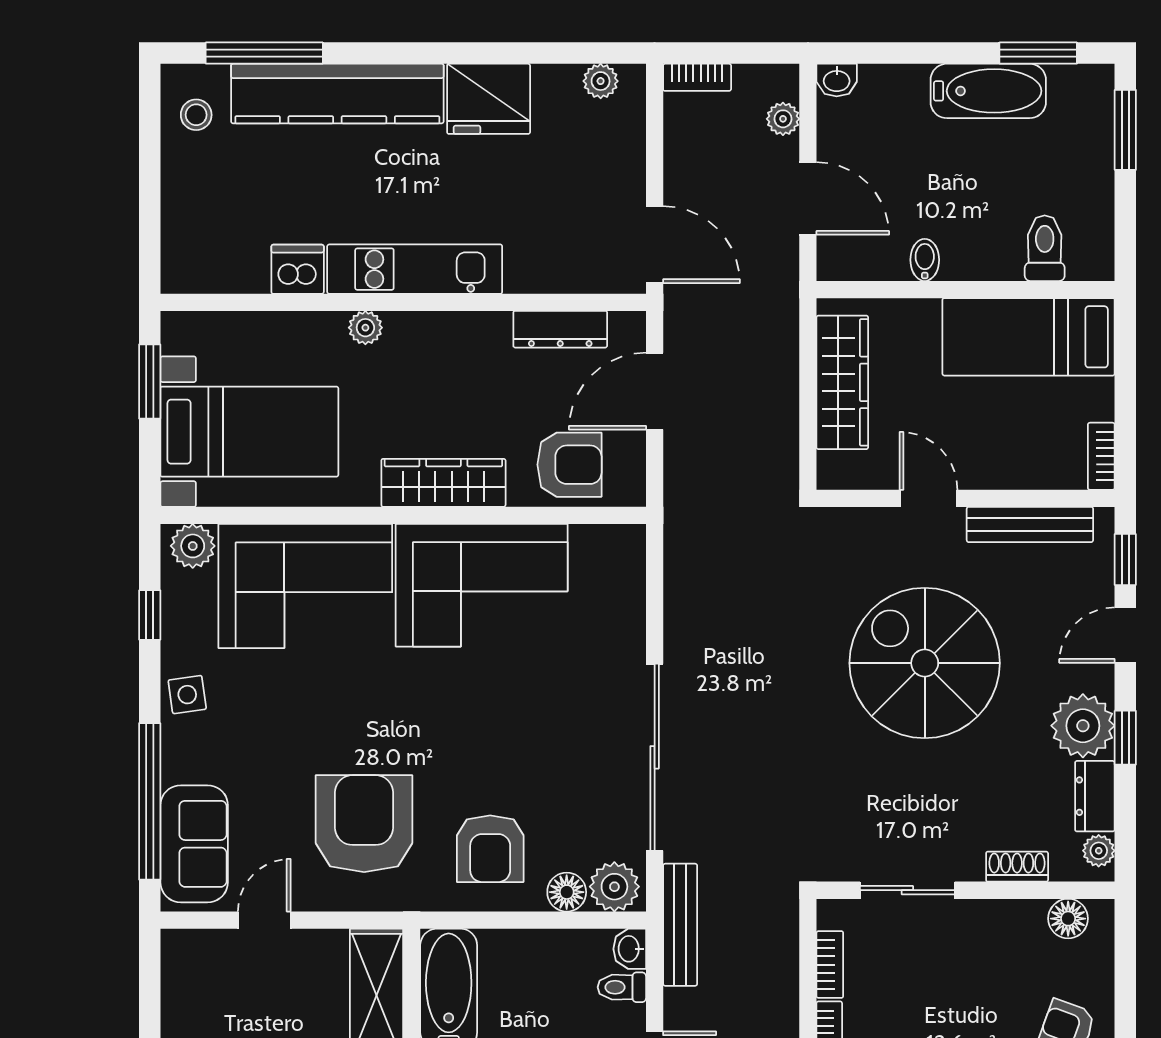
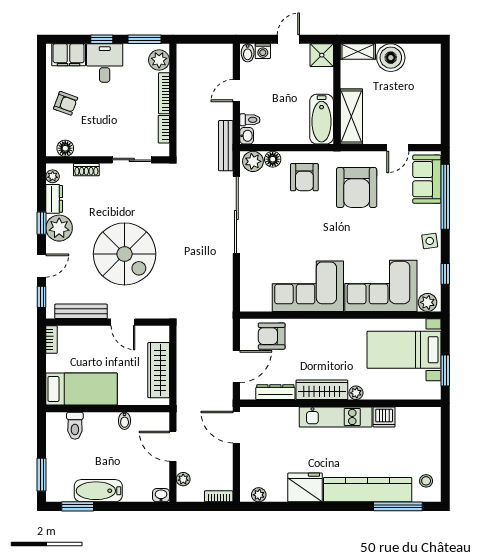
wardrobe: (443, 483) -> (322, 390), moved, turned 180
armchair: (490, 849) -> (304, 177), turned 180

